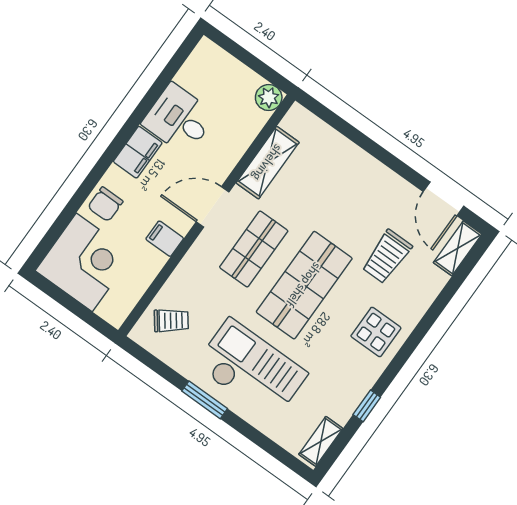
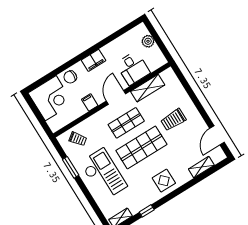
plant: (269, 98) -> (148, 41), moved
desk: (179, 119) -> (133, 68), moved, turned 180
door: (213, 207) -> (116, 97), hinge flipped
shelving: (458, 248) -> (201, 167), moved
trolley: (387, 257) -> (173, 120), moved
window: (205, 400) -> (71, 167), moved

